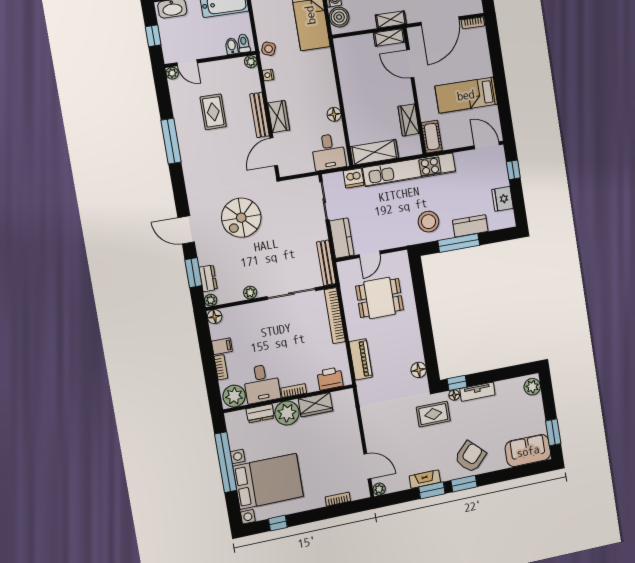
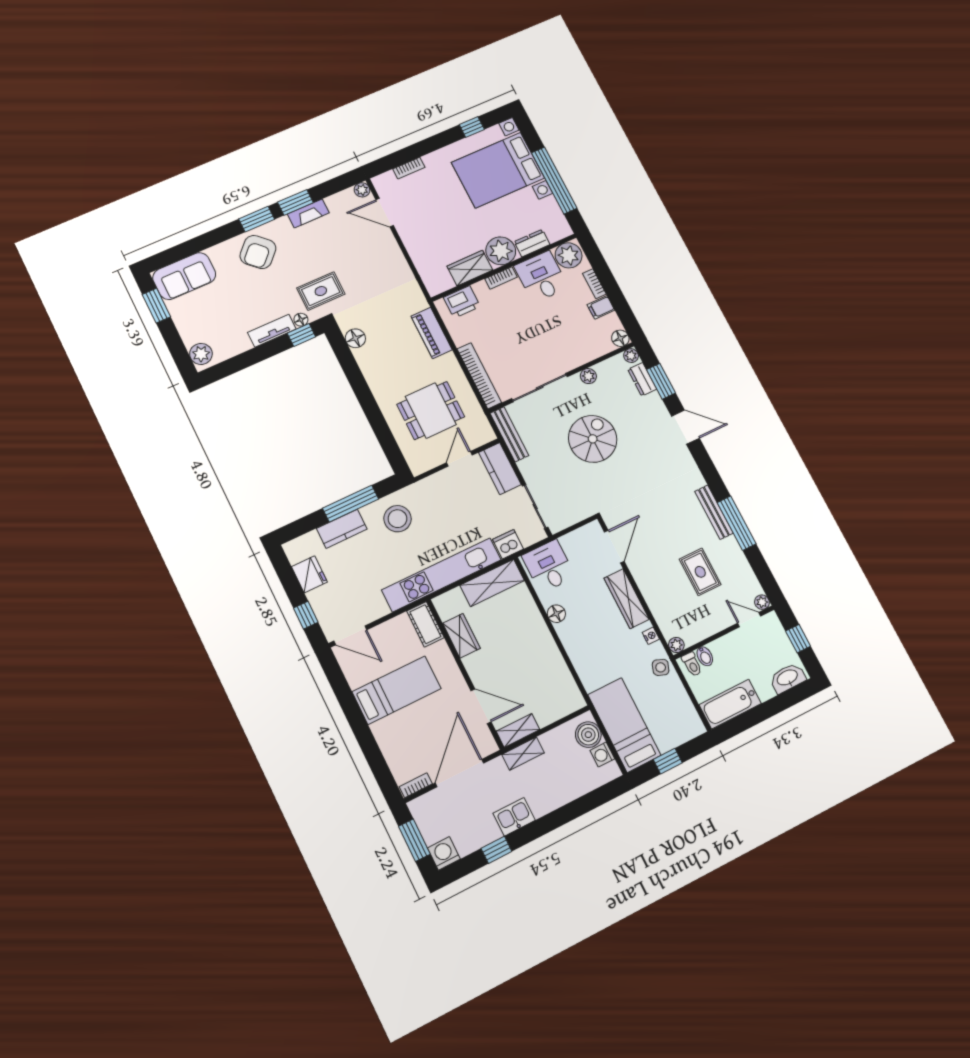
bench: (260, 115) -> (714, 512), moved
wardrobe: (279, 116) -> (627, 599), width x1.50
spiral stairs: (241, 218) -> (593, 439), moved

